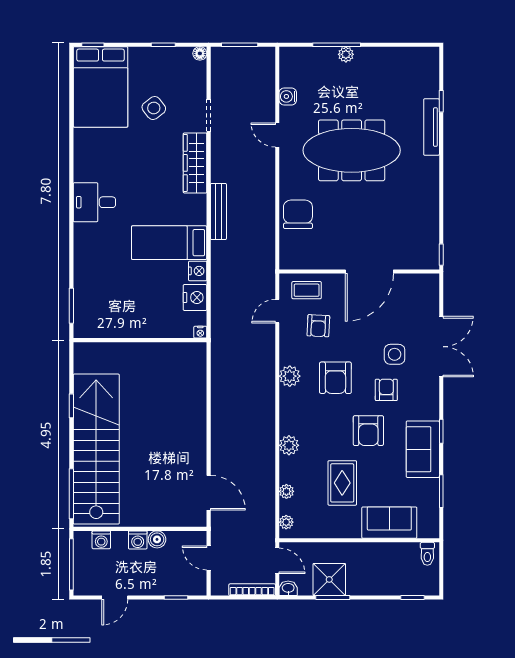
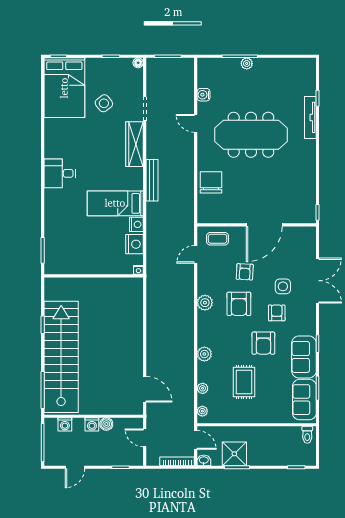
armchair: (318, 326) -> (245, 272), moved
sofa: (389, 523) -> (304, 400), moved, turned -90

